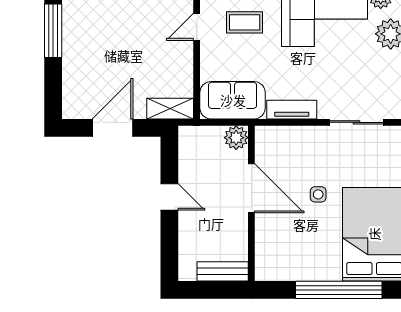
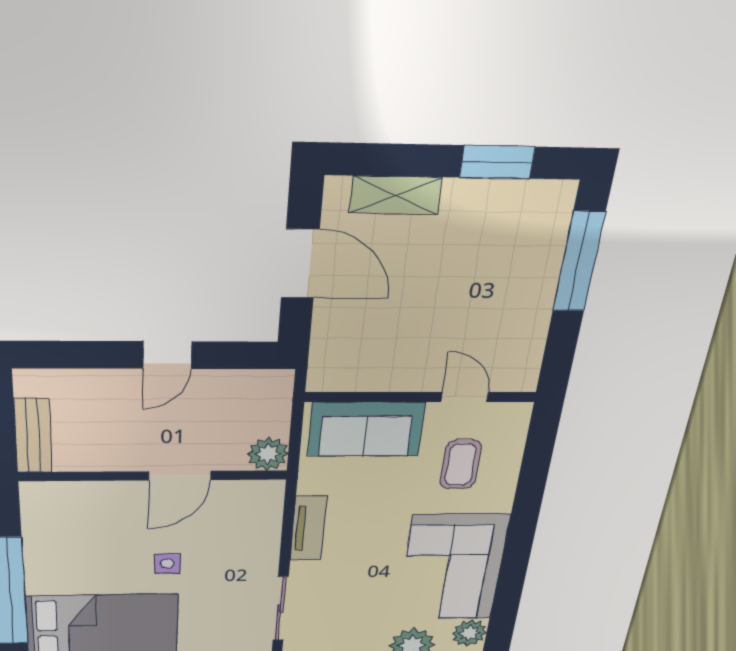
window: (53, 31) -> (497, 162), width x0.69
sofa: (233, 100) -> (366, 429), moved, turned 90
shelving: (170, 109) -> (395, 195), moved, turned 90
door: (251, 188) -> (180, 476), width x0.73

